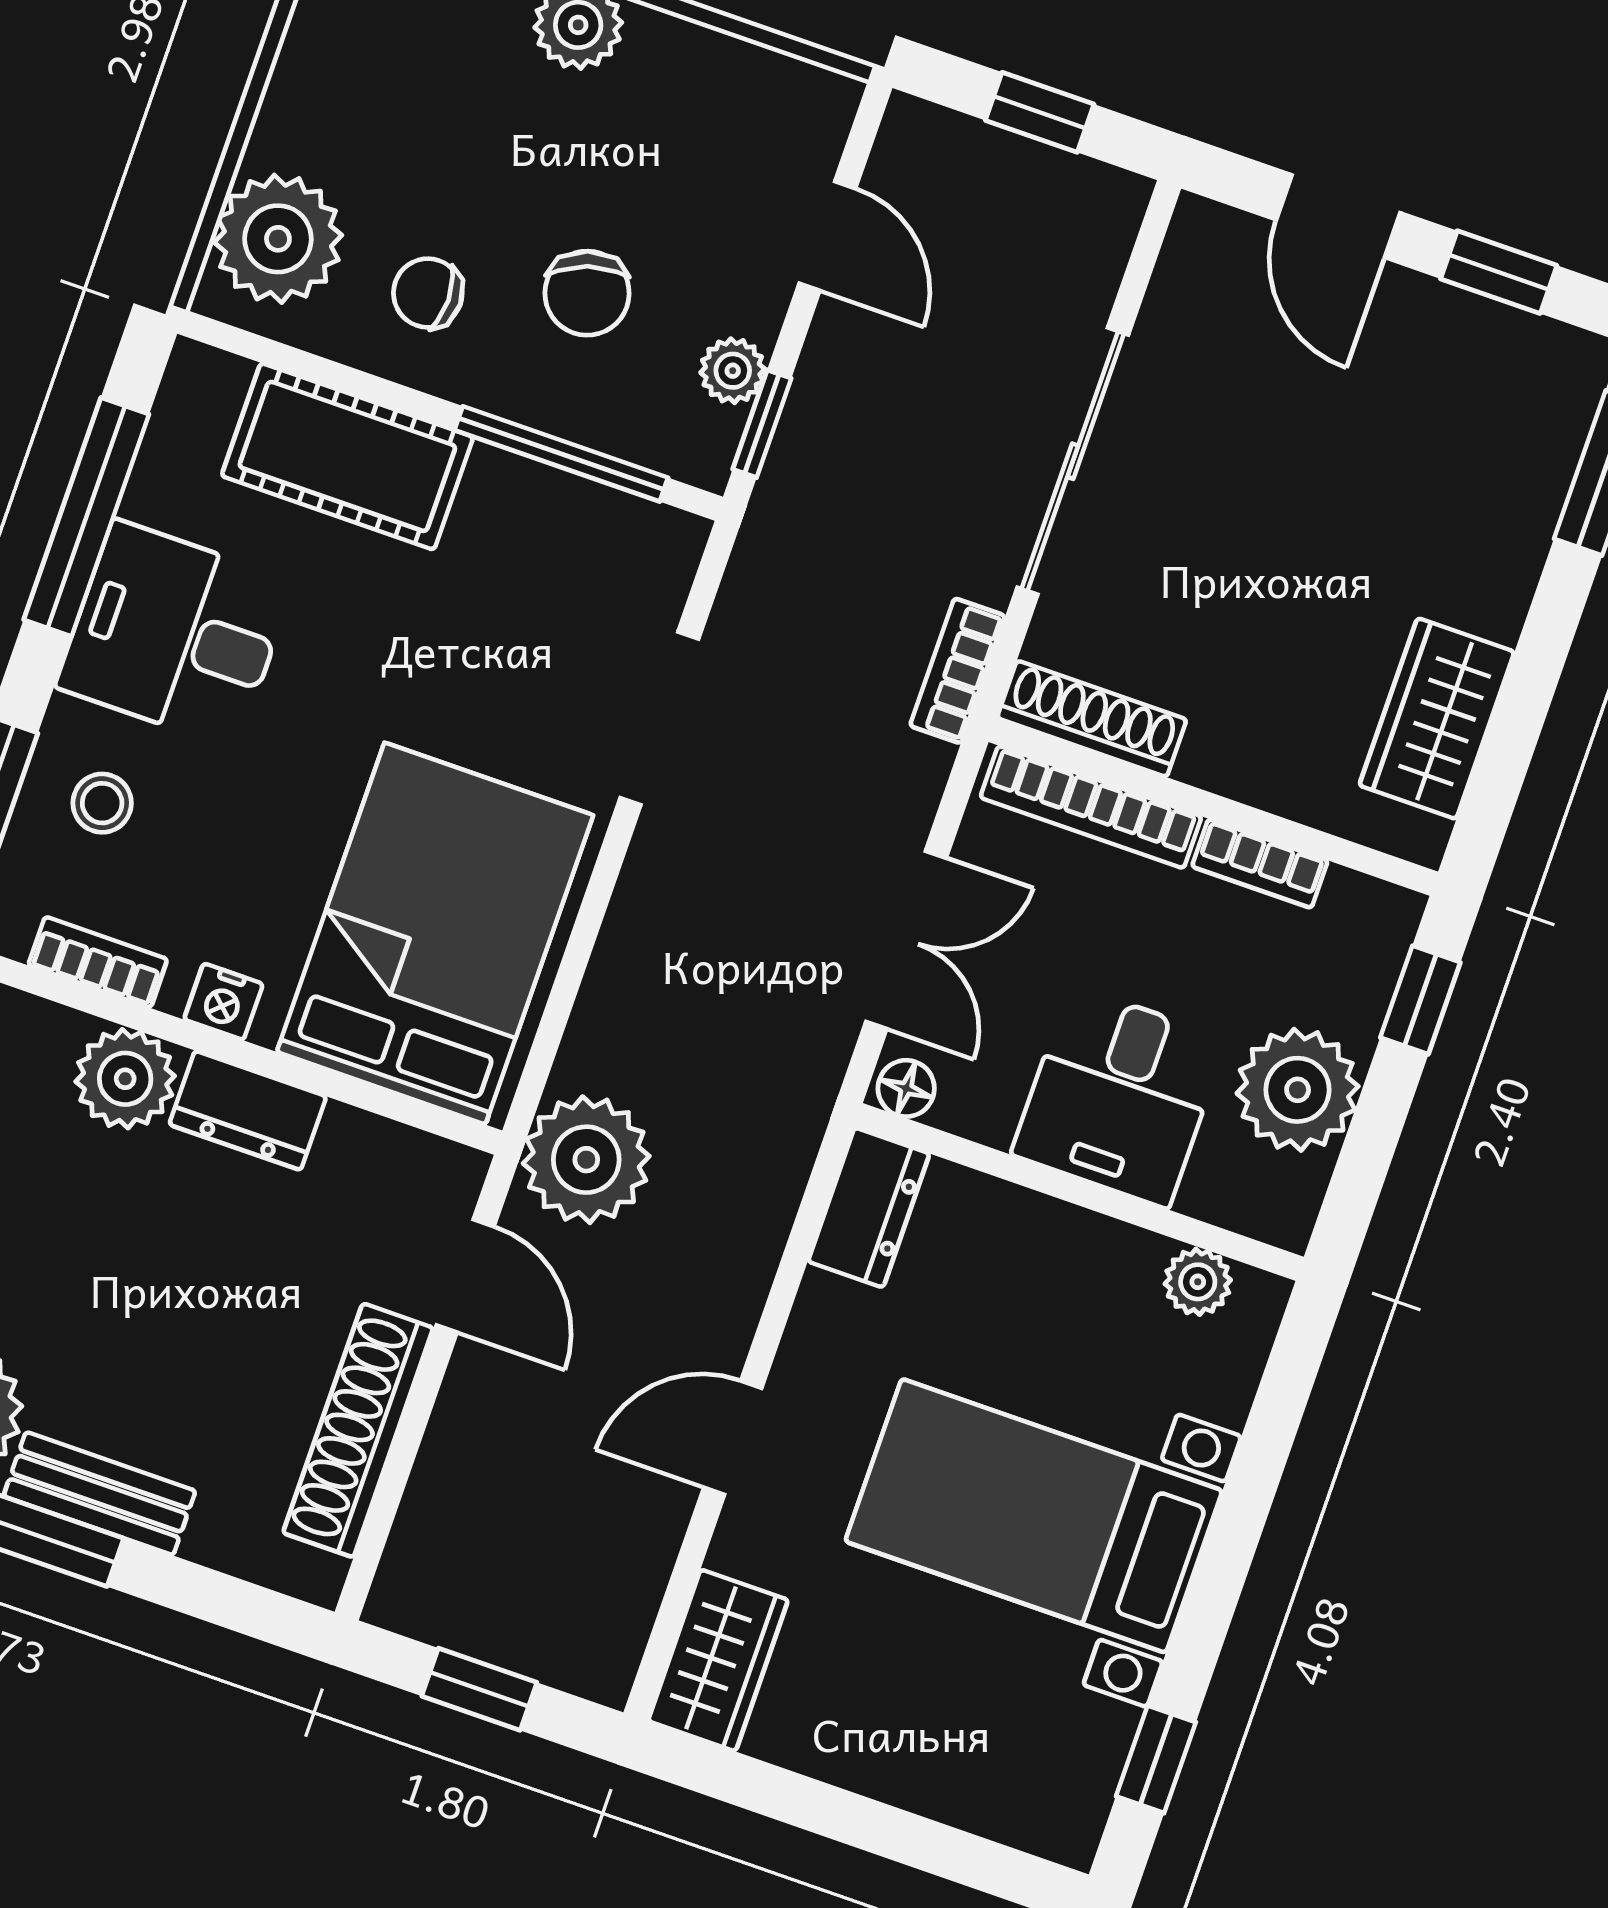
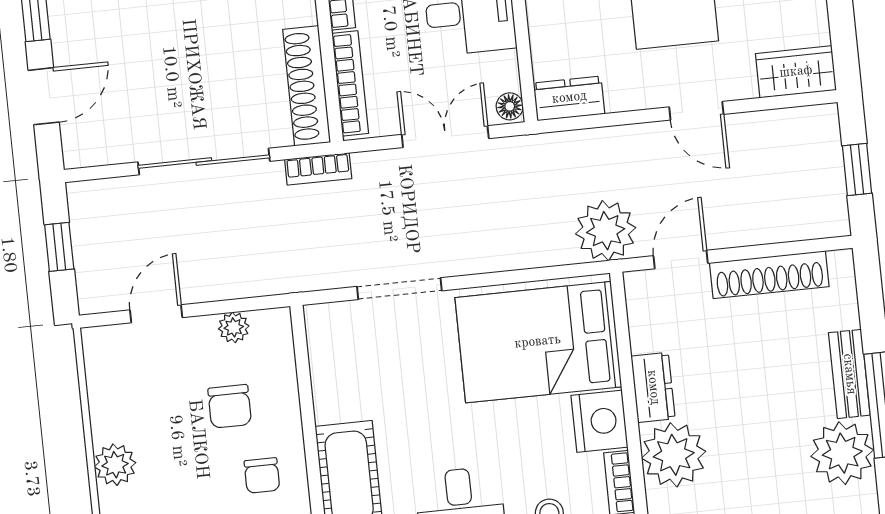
chair: (587, 293) -> (230, 406), turned 108
window: (762, 424) -> (251, 304), removed
window: (561, 454) -> (305, 385), removed
shoe rack: (1092, 719) -> (307, 86), width x1.36, depth x1.24
nightstand: (223, 1002) -> (599, 421), width x1.89, depth x1.79
plant: (125, 1079) -> (674, 455), width x1.36, depth x1.36

